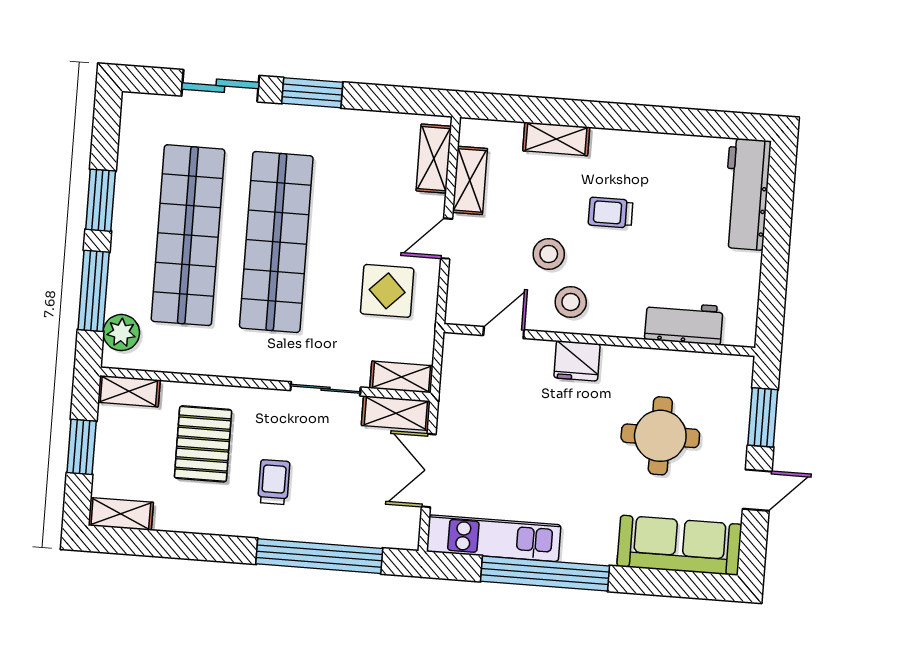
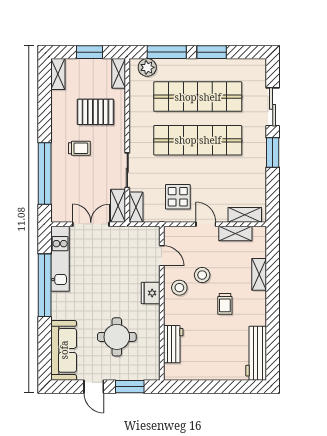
workbench: (747, 194) -> (256, 353), moved, turned -90
trolley: (611, 213) -> (225, 304), turned 180

